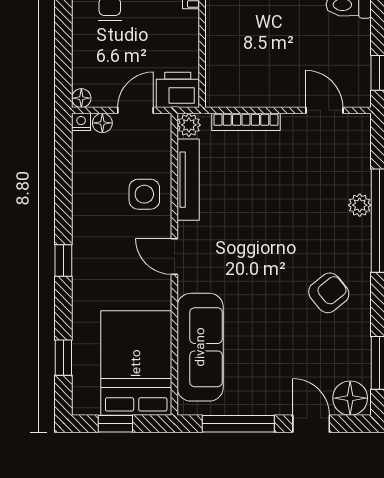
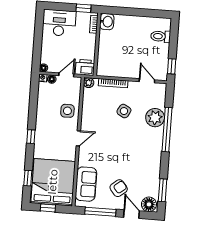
tv unit: (188, 180) -> (87, 106), removed
side table: (276, 185) -> (124, 111), added
plant: (360, 205) -> (155, 118), width x1.87, depth x1.87
door: (174, 257) -> (78, 138), swing flipped
armchair: (329, 293) -> (119, 188), moved
sofa: (200, 347) -> (86, 184), width x0.73
bed: (136, 363) -> (53, 182), width x1.36

